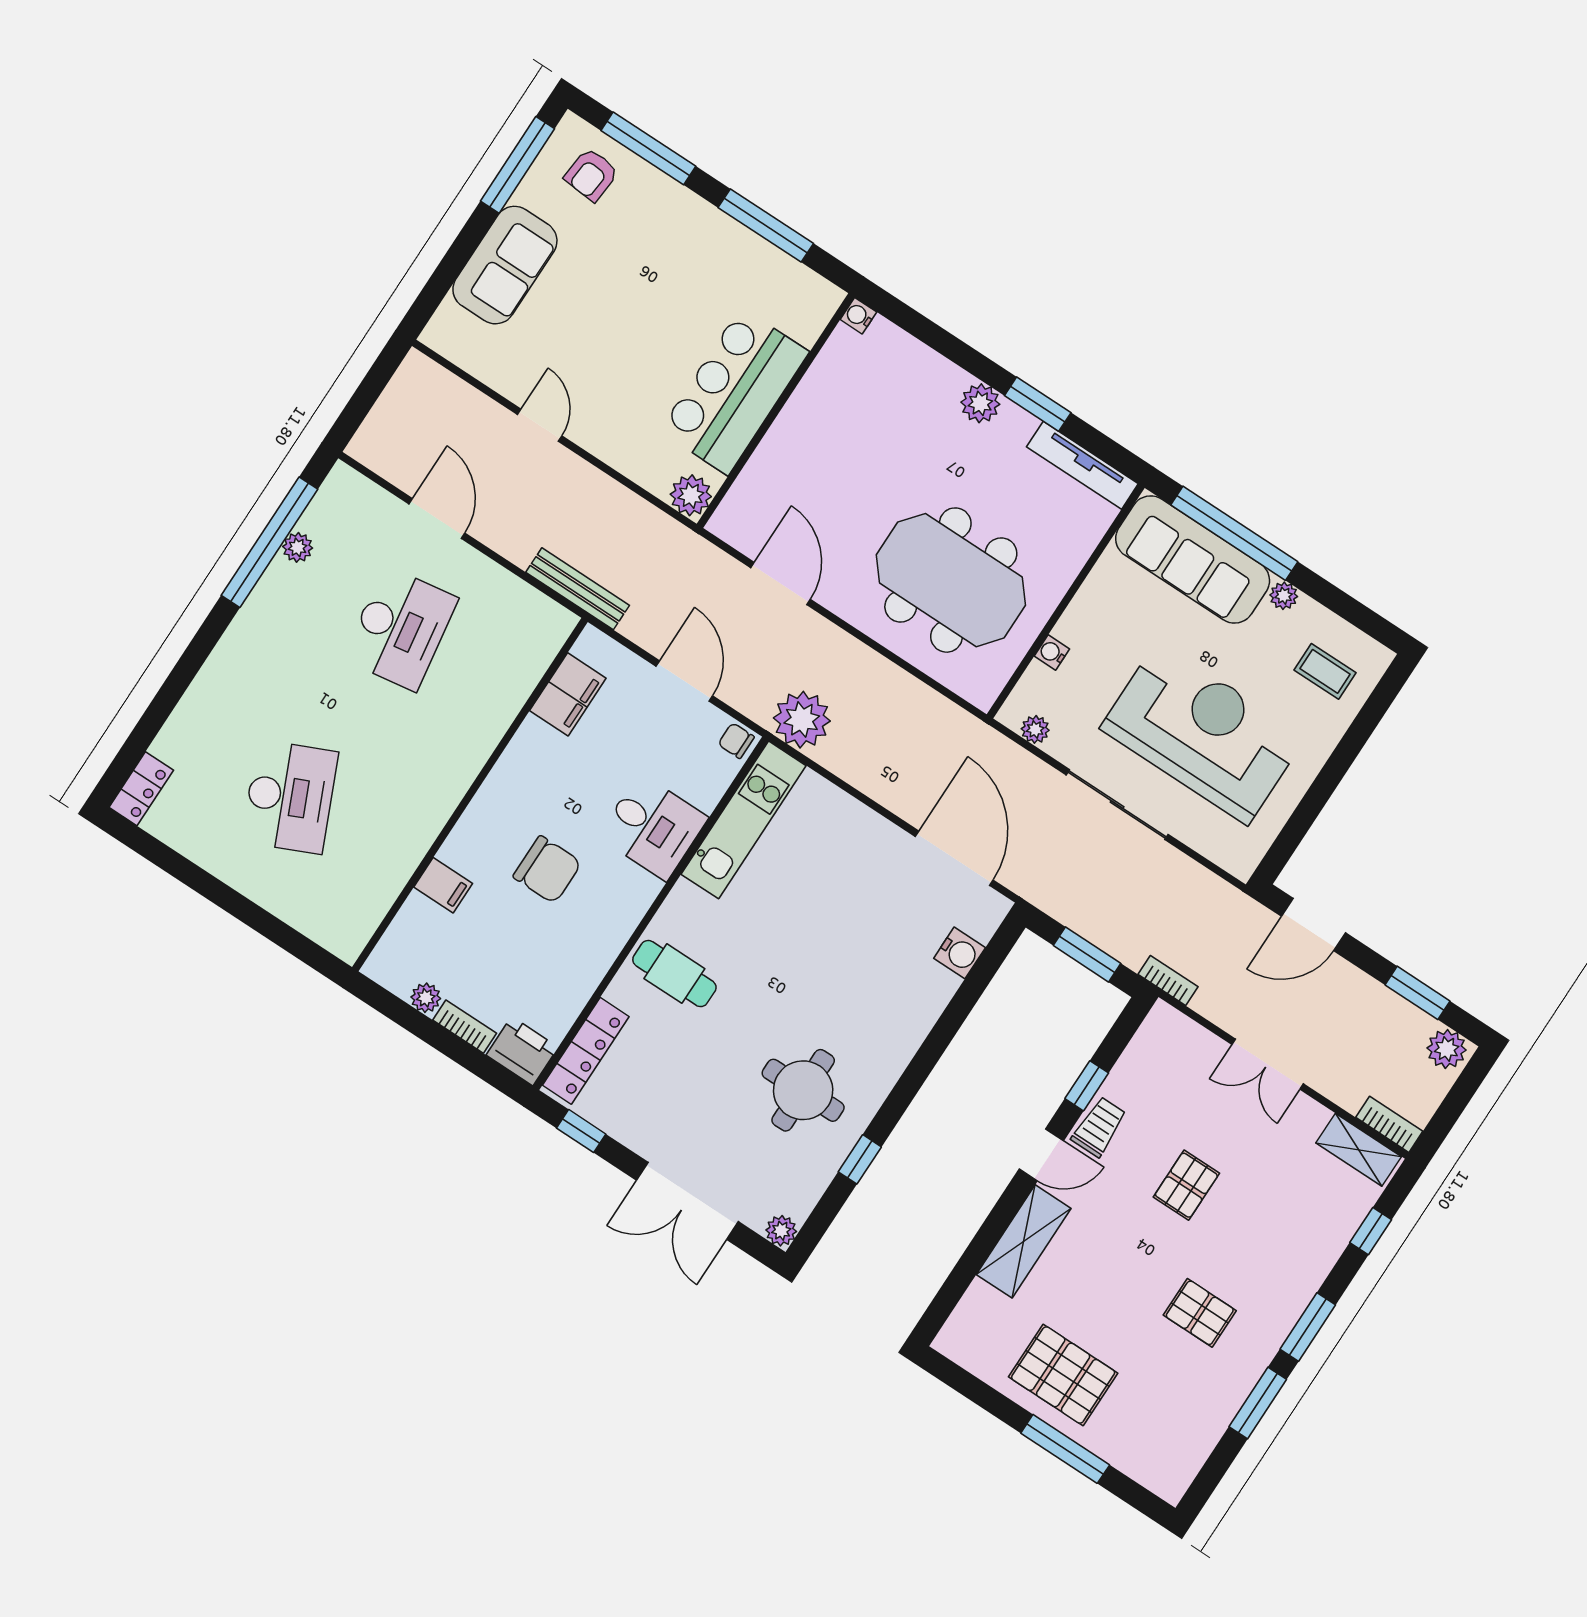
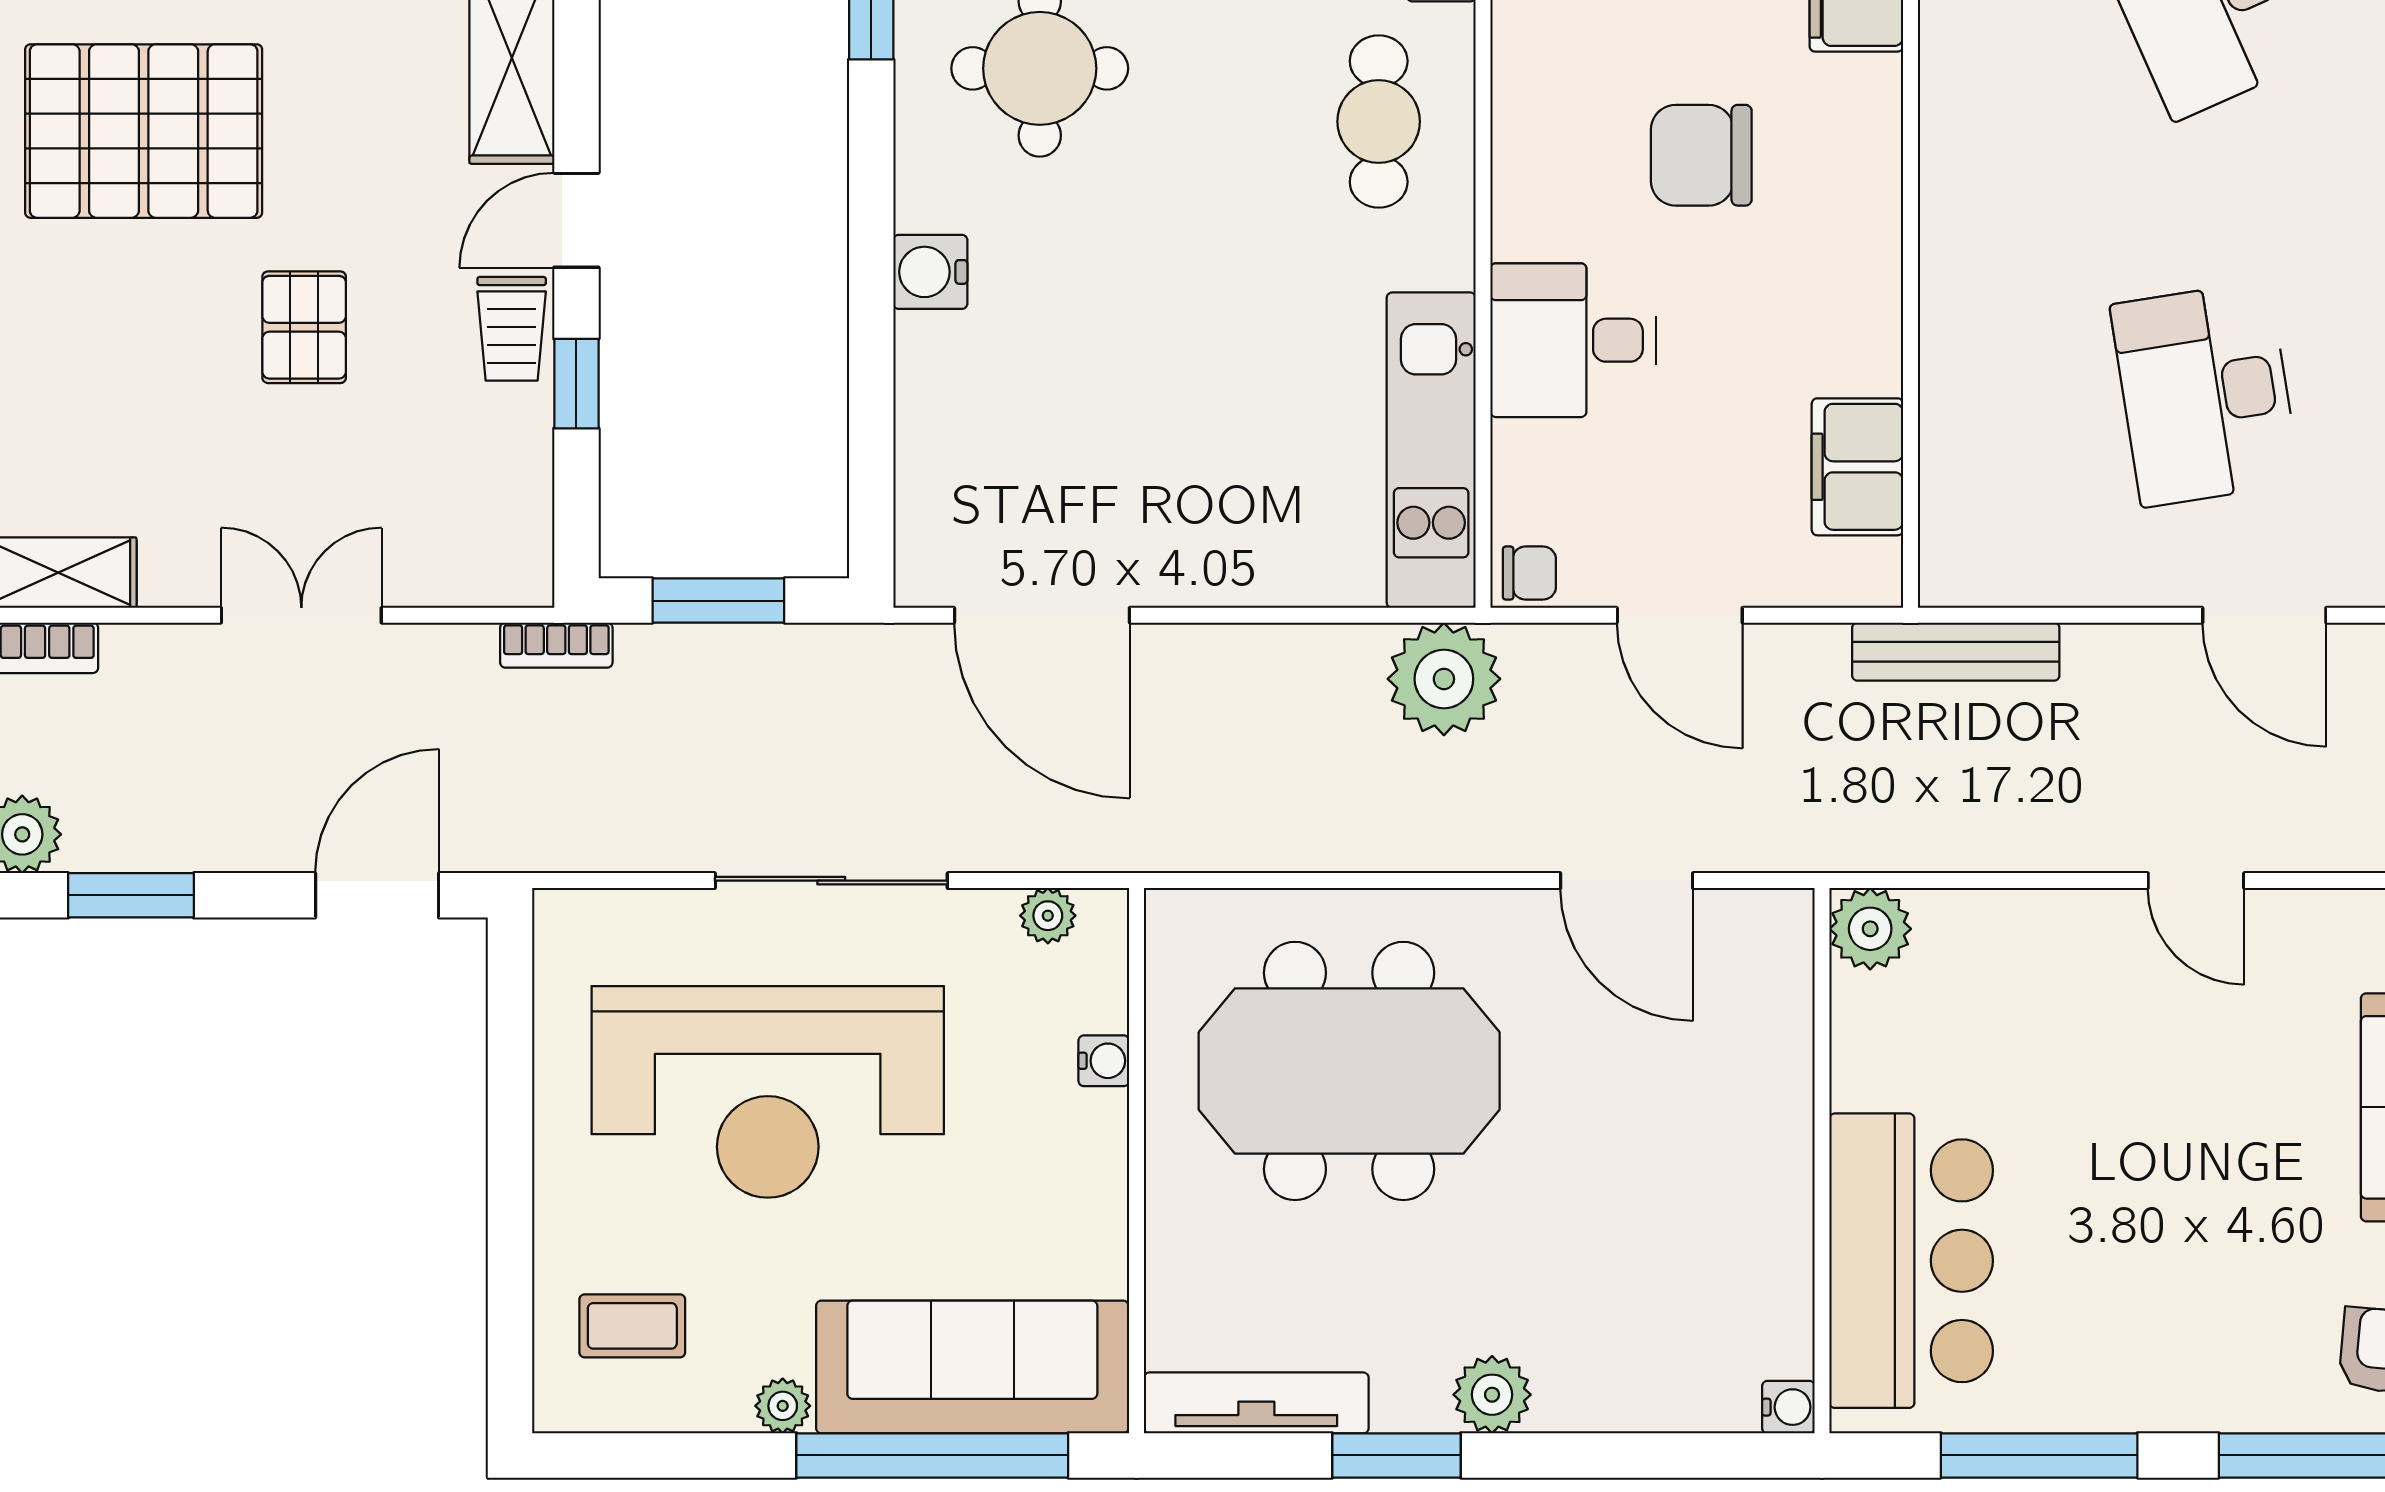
bar counter: (734, 391) -> (1911, 1261), moved
water cooler: (960, 953) -> (930, 272), moved
cafe table: (674, 974) -> (1379, 121), turned 90
pallet: (1200, 1313) -> (144, 131), width x2.05, depth x2.00

